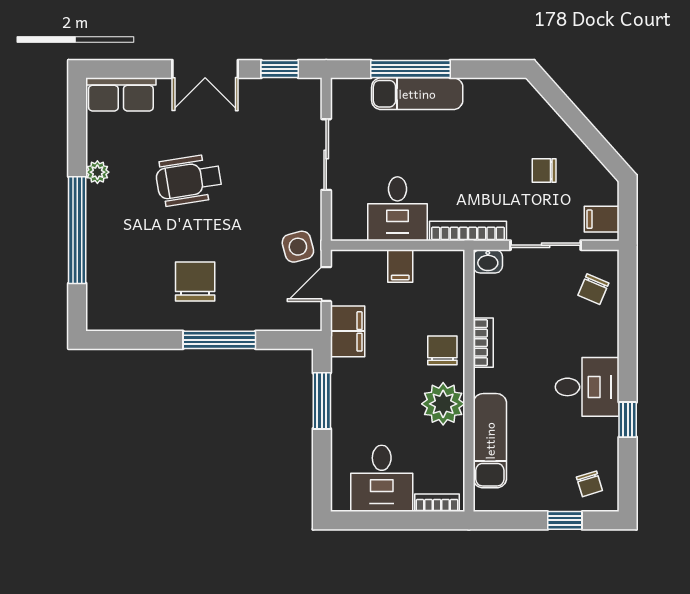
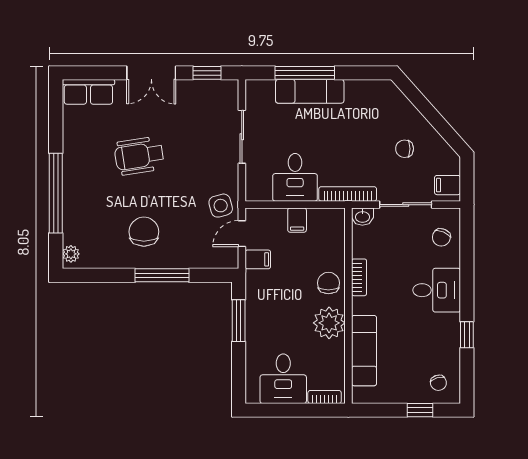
plant: (97, 172) -> (71, 254), moved
filing cabinet: (348, 331) -> (258, 259), width x0.50
desk: (587, 387) -> (437, 290), moved

